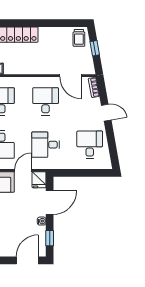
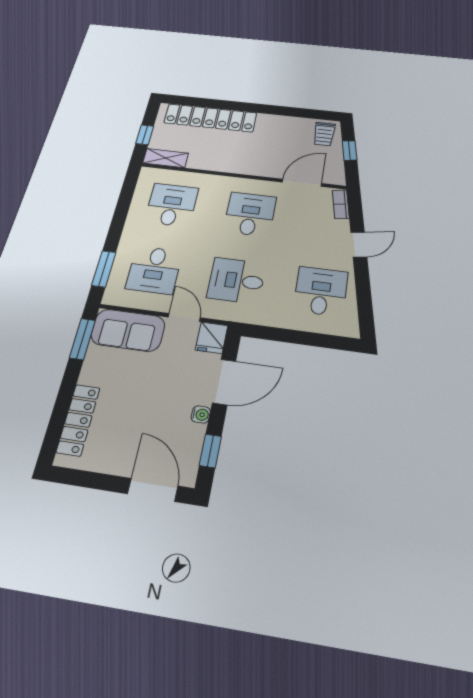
door: (71, 76) -> (302, 183), swing flipped
door: (106, 113) -> (359, 244), hinge flipped
door: (23, 170) -> (184, 317), hinge flipped
door: (27, 260) -> (153, 490), hinge flipped

